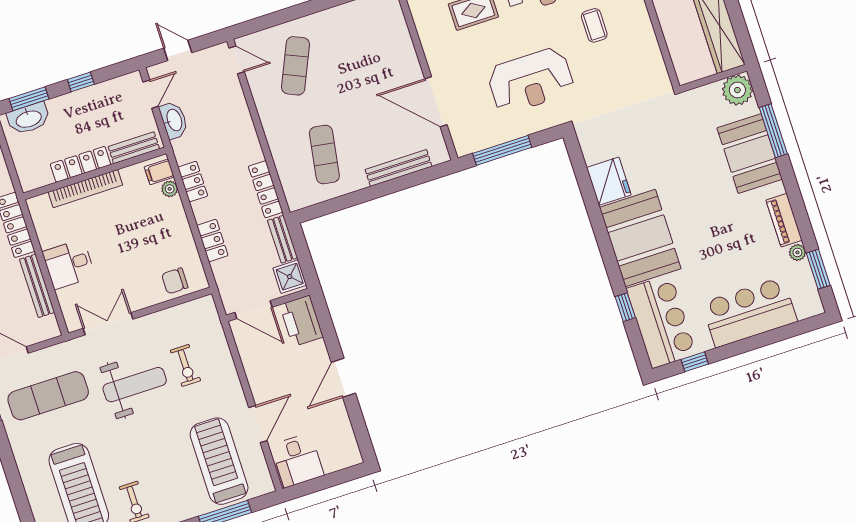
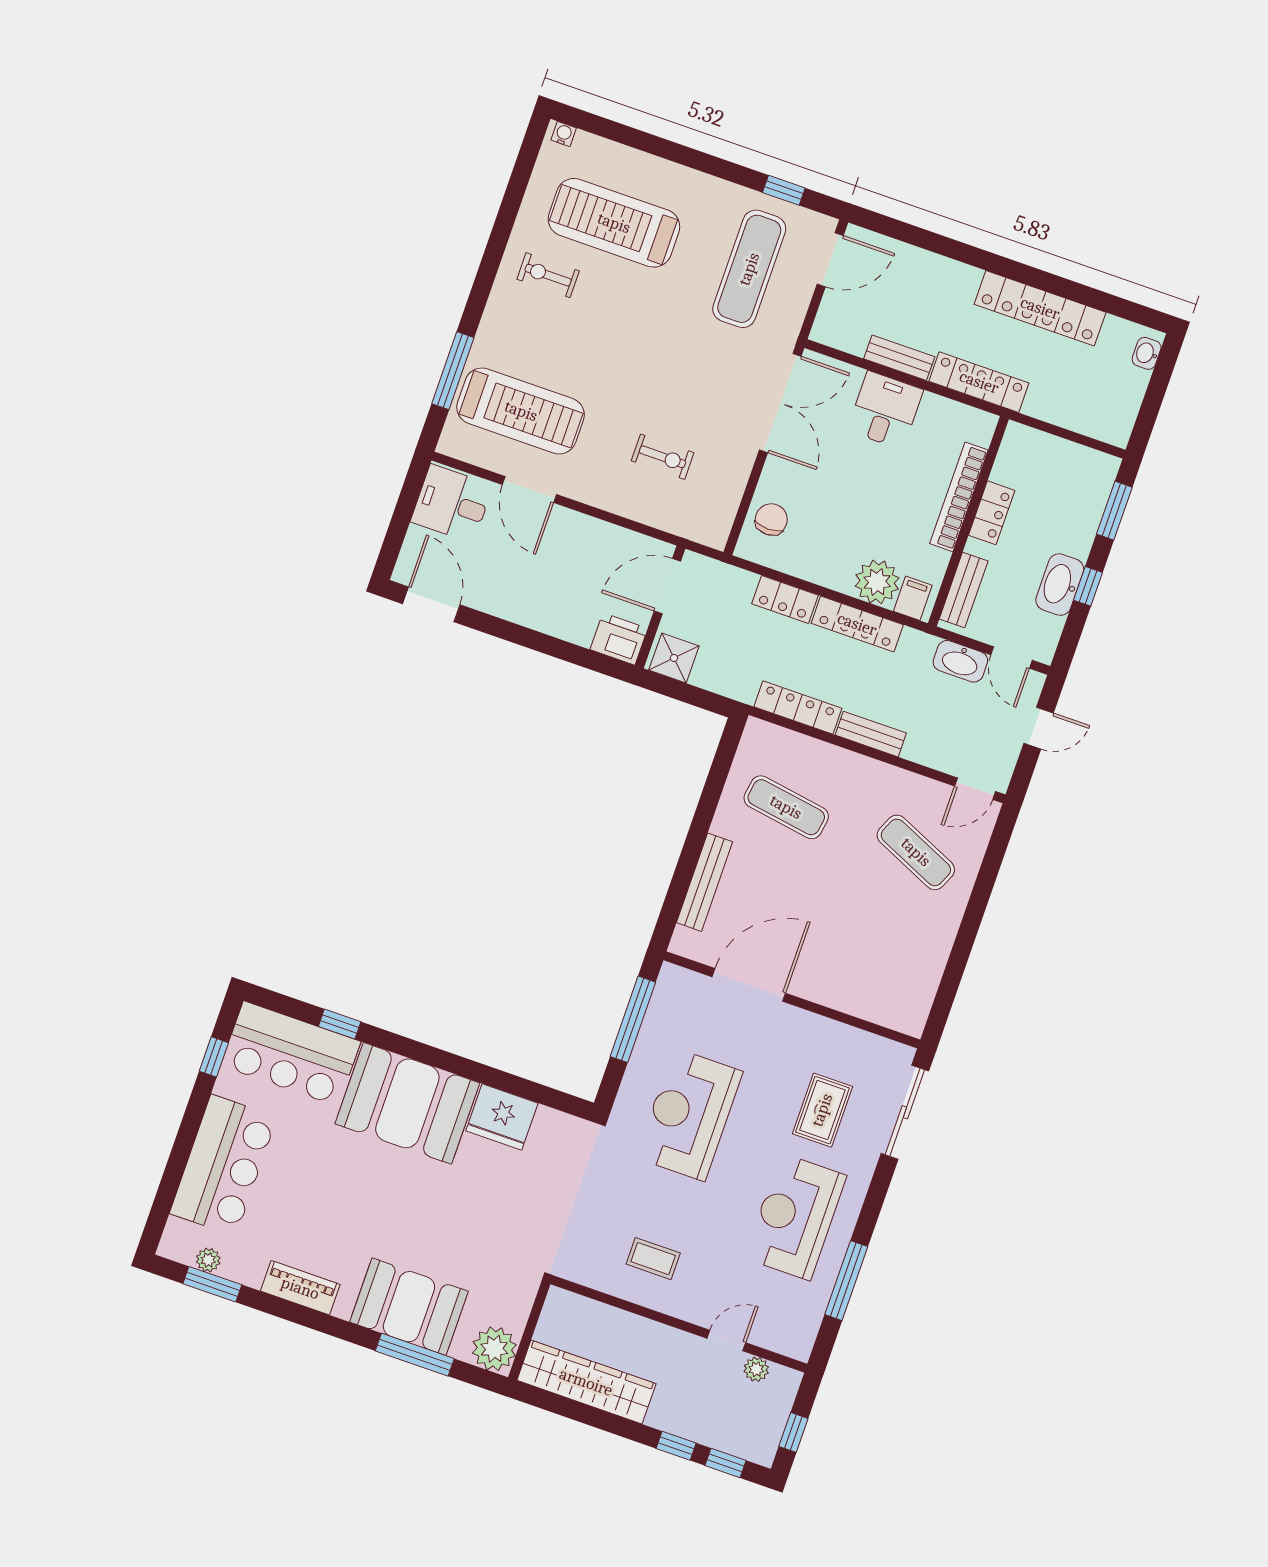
coffee table: (594, 25) -> (653, 1259), moved
washbasin: (28, 118) -> (1060, 585), moved
locker: (81, 164) -> (992, 513), width x0.66
locker: (193, 182) -> (857, 624), width x1.53
plant: (170, 189) -> (877, 582), width x1.87, depth x1.87
bench: (283, 239) -> (871, 734), moved
plant: (797, 252) -> (208, 1260), moved
bench: (37, 286) -> (899, 358), width x0.73
printer: (301, 321) -> (619, 639), width x0.73, depth x0.84
double door: (108, 324) -> (780, 403), width x1.37
exercise bike: (185, 365) -> (663, 457), turned 180
door: (343, 378) -> (431, 604), moved
weight bench: (135, 385) -> (685, 380), removed

